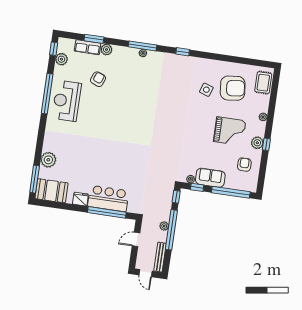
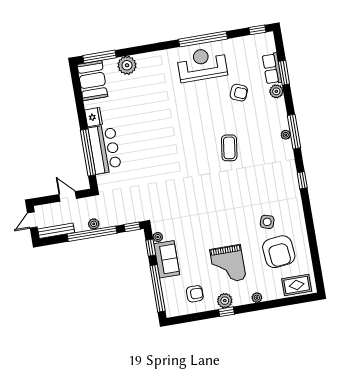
plant: (61, 59) -> (248, 43), removed
coffee table: (139, 101) -> (229, 148), added

